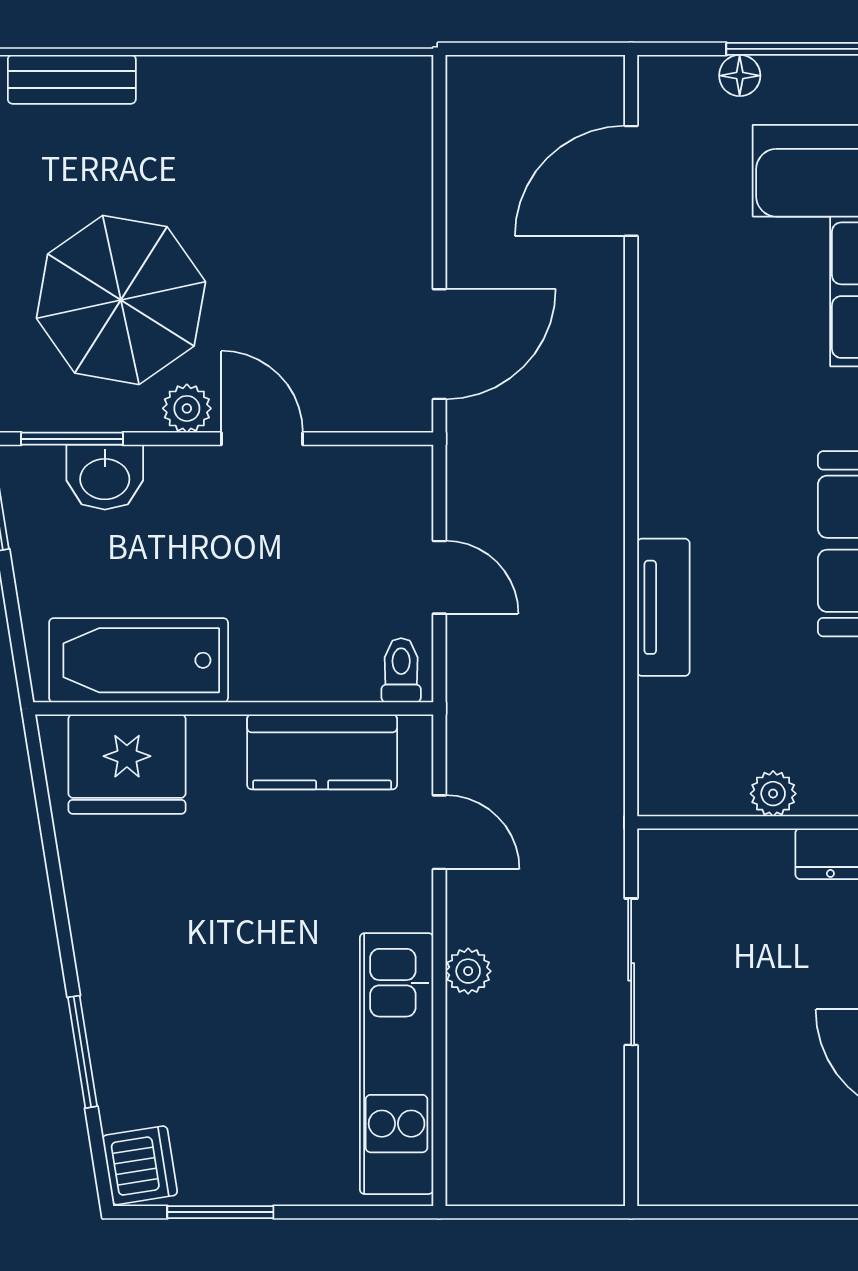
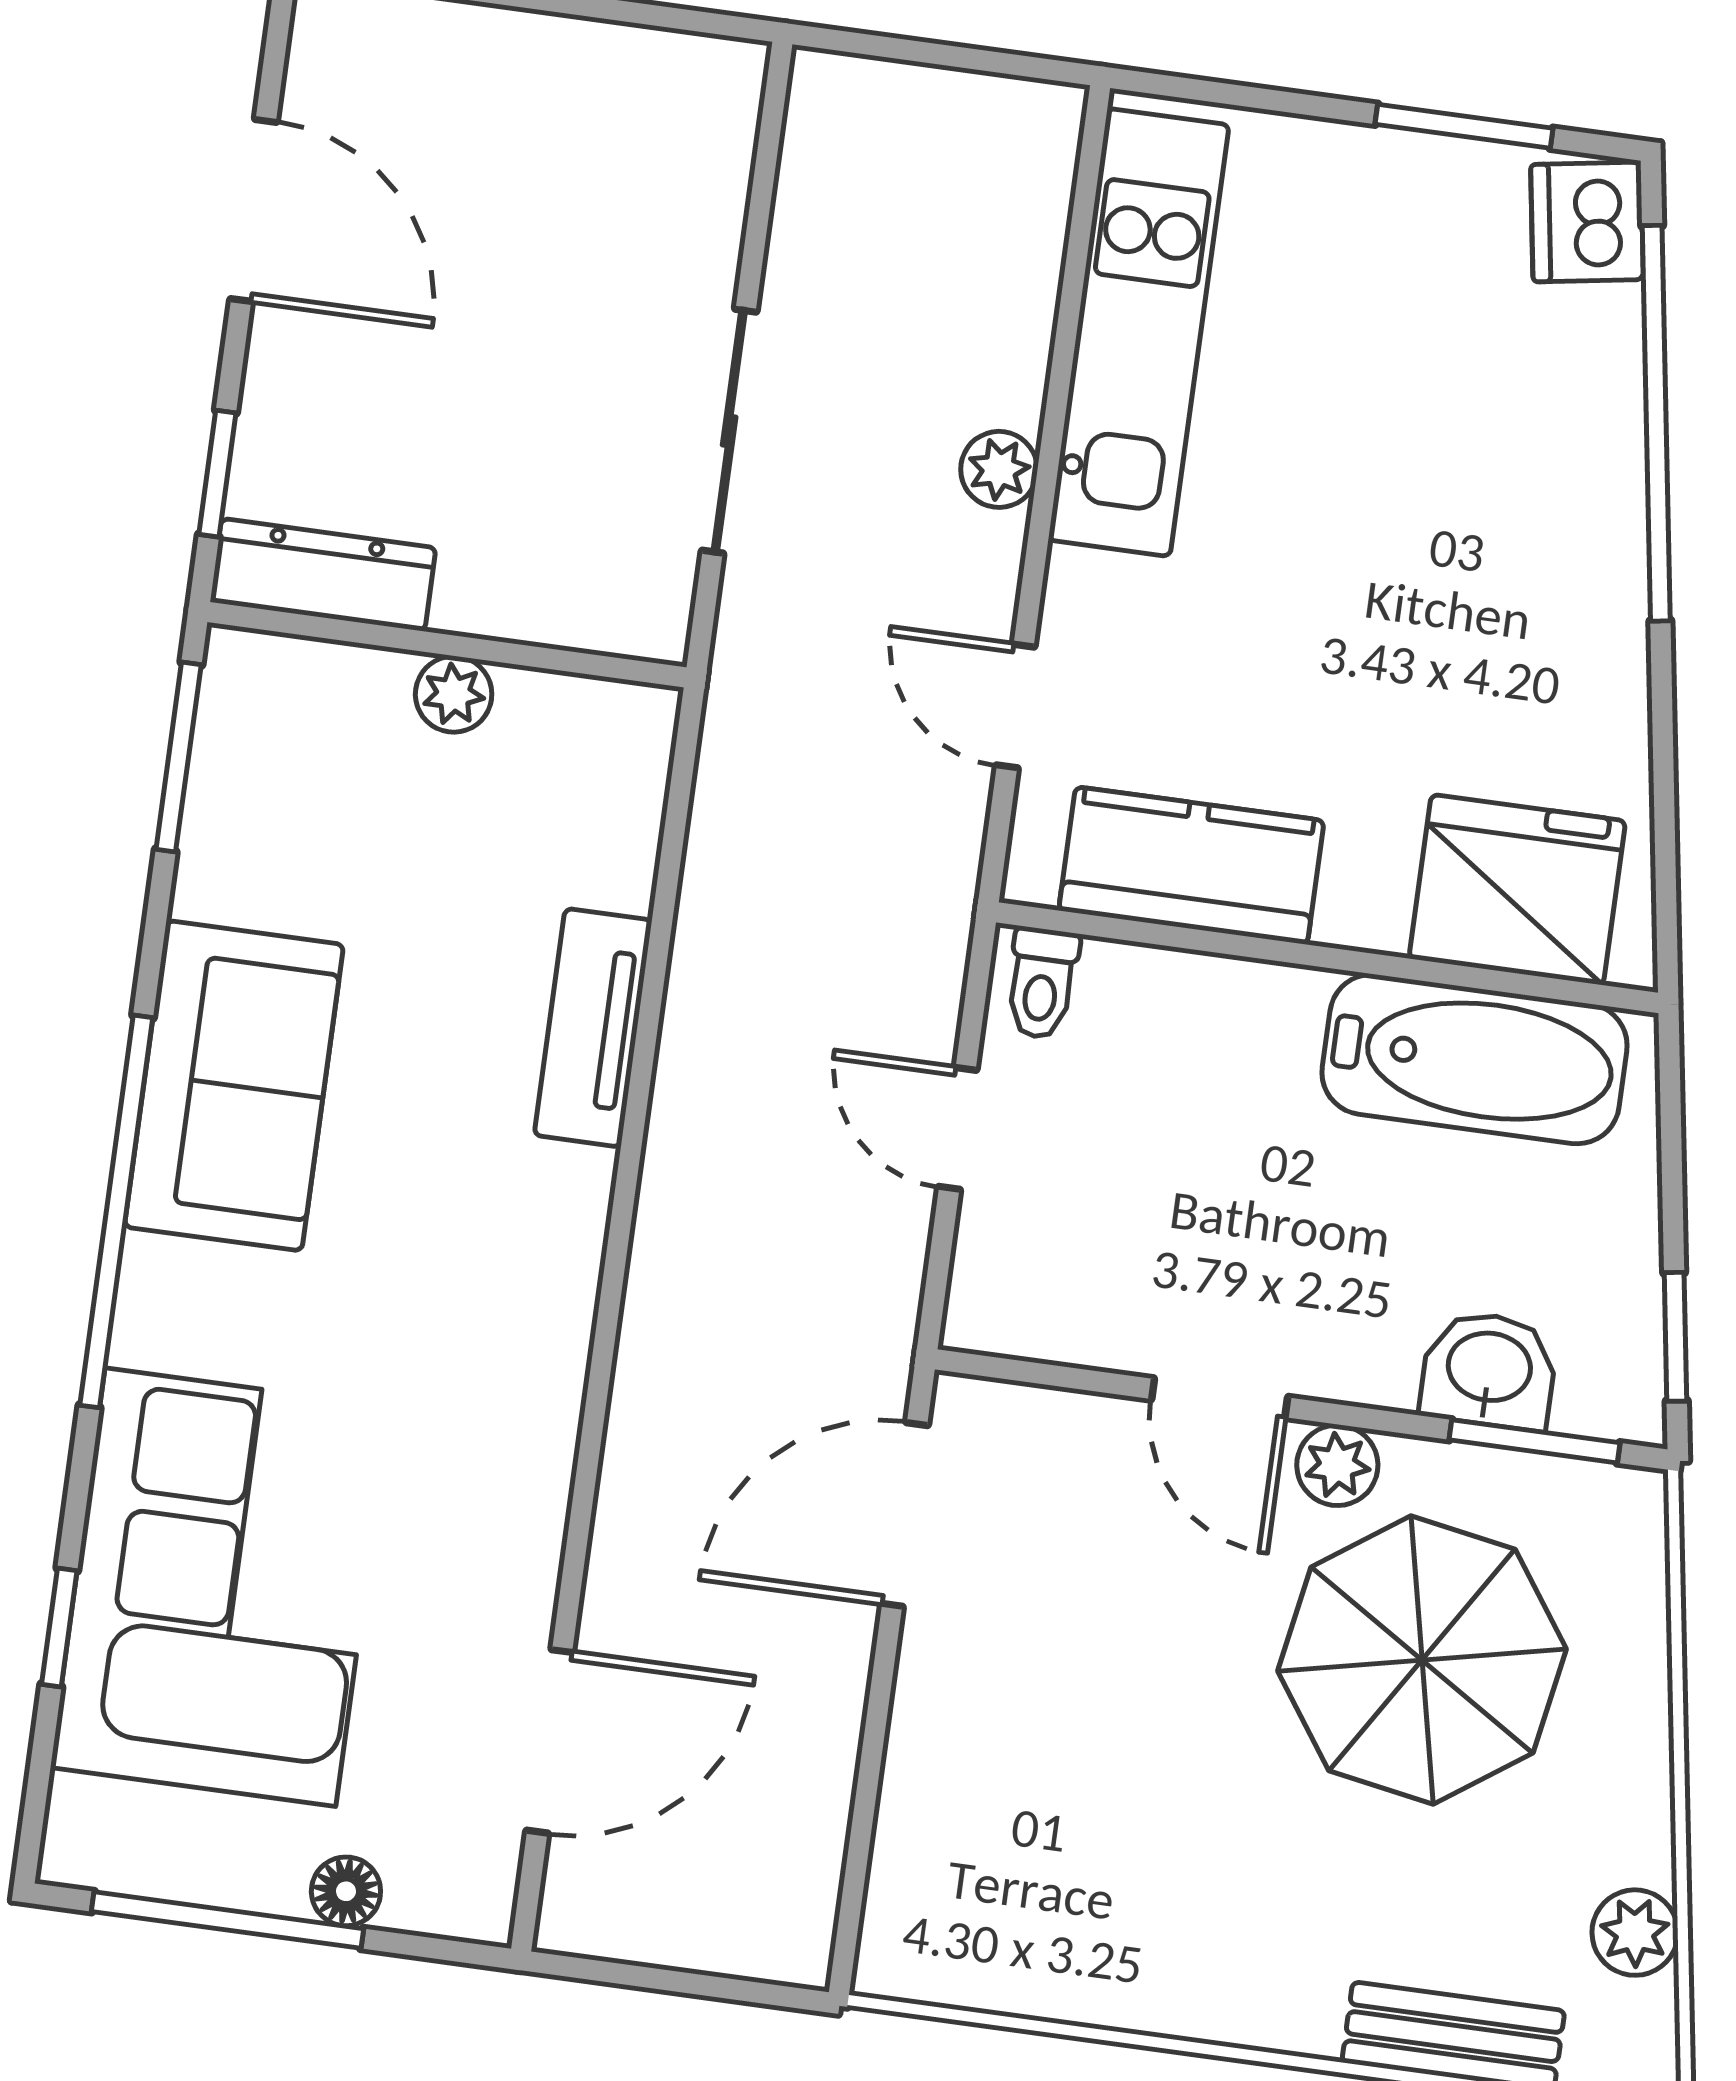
window: (82, 1052) -> (1656, 423), width x2.11

